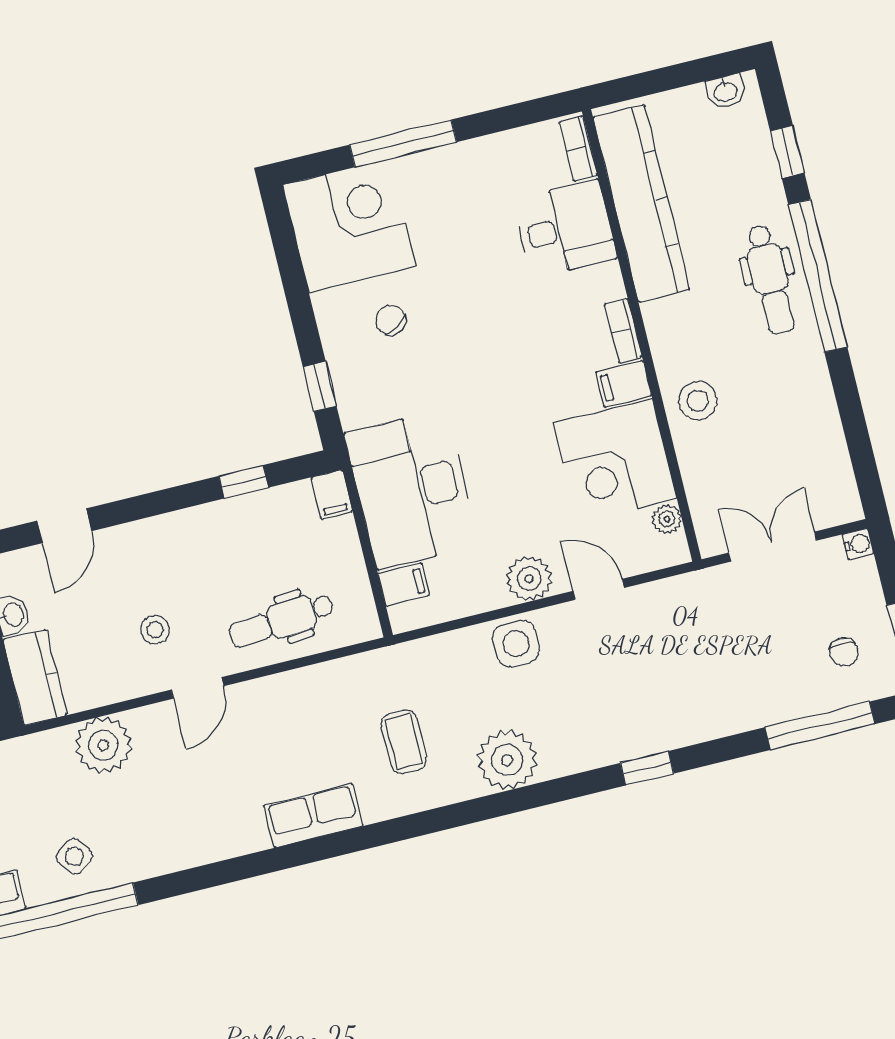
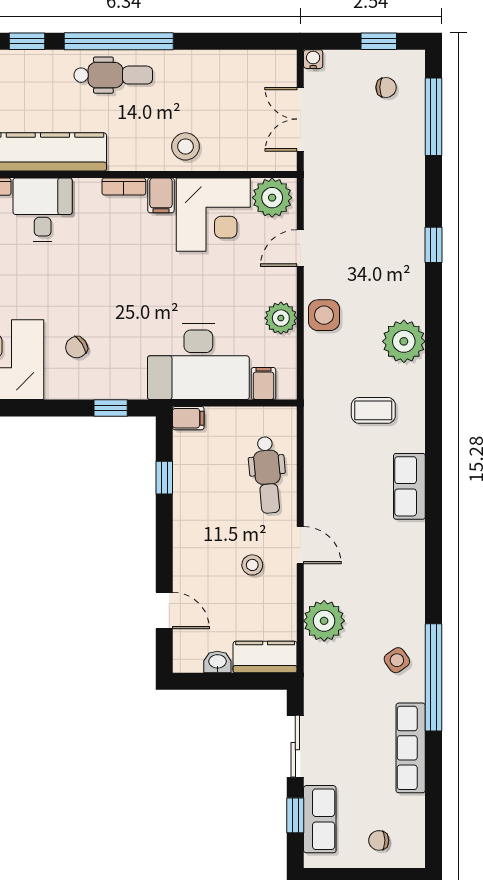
plant: (667, 519) -> (272, 198), width x1.88, depth x1.88
plant: (529, 579) -> (281, 318), moved

